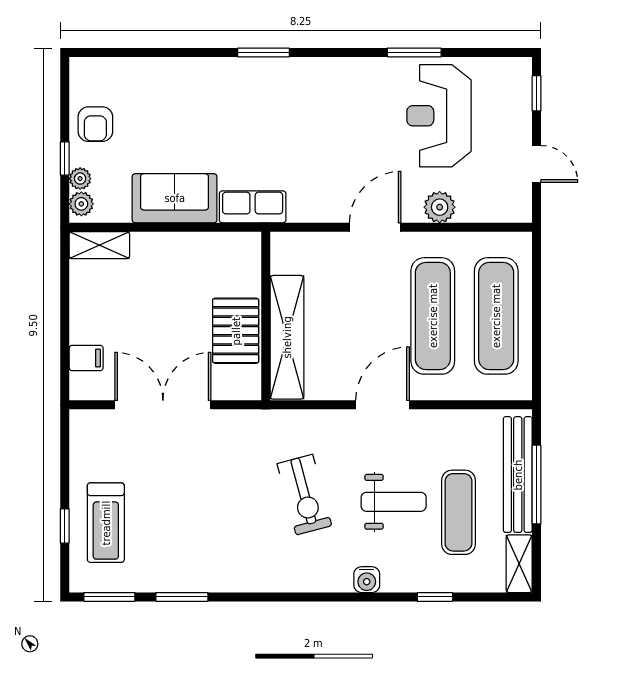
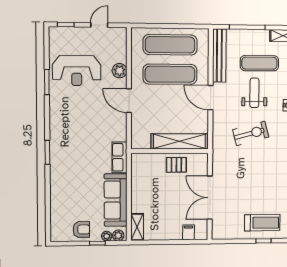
sofa: (175, 198) -> (116, 200), width x1.36
pallet: (236, 331) -> (176, 165), width x0.67, depth x0.71
bench: (518, 475) -> (219, 56), moved, turned 90

